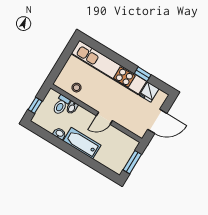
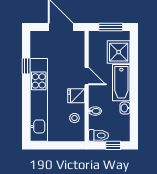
fridge: (149, 92) -> (76, 96), moved, turned 180
toilet: (61, 105) -> (98, 135), moved
shower: (108, 156) -> (119, 52), added

